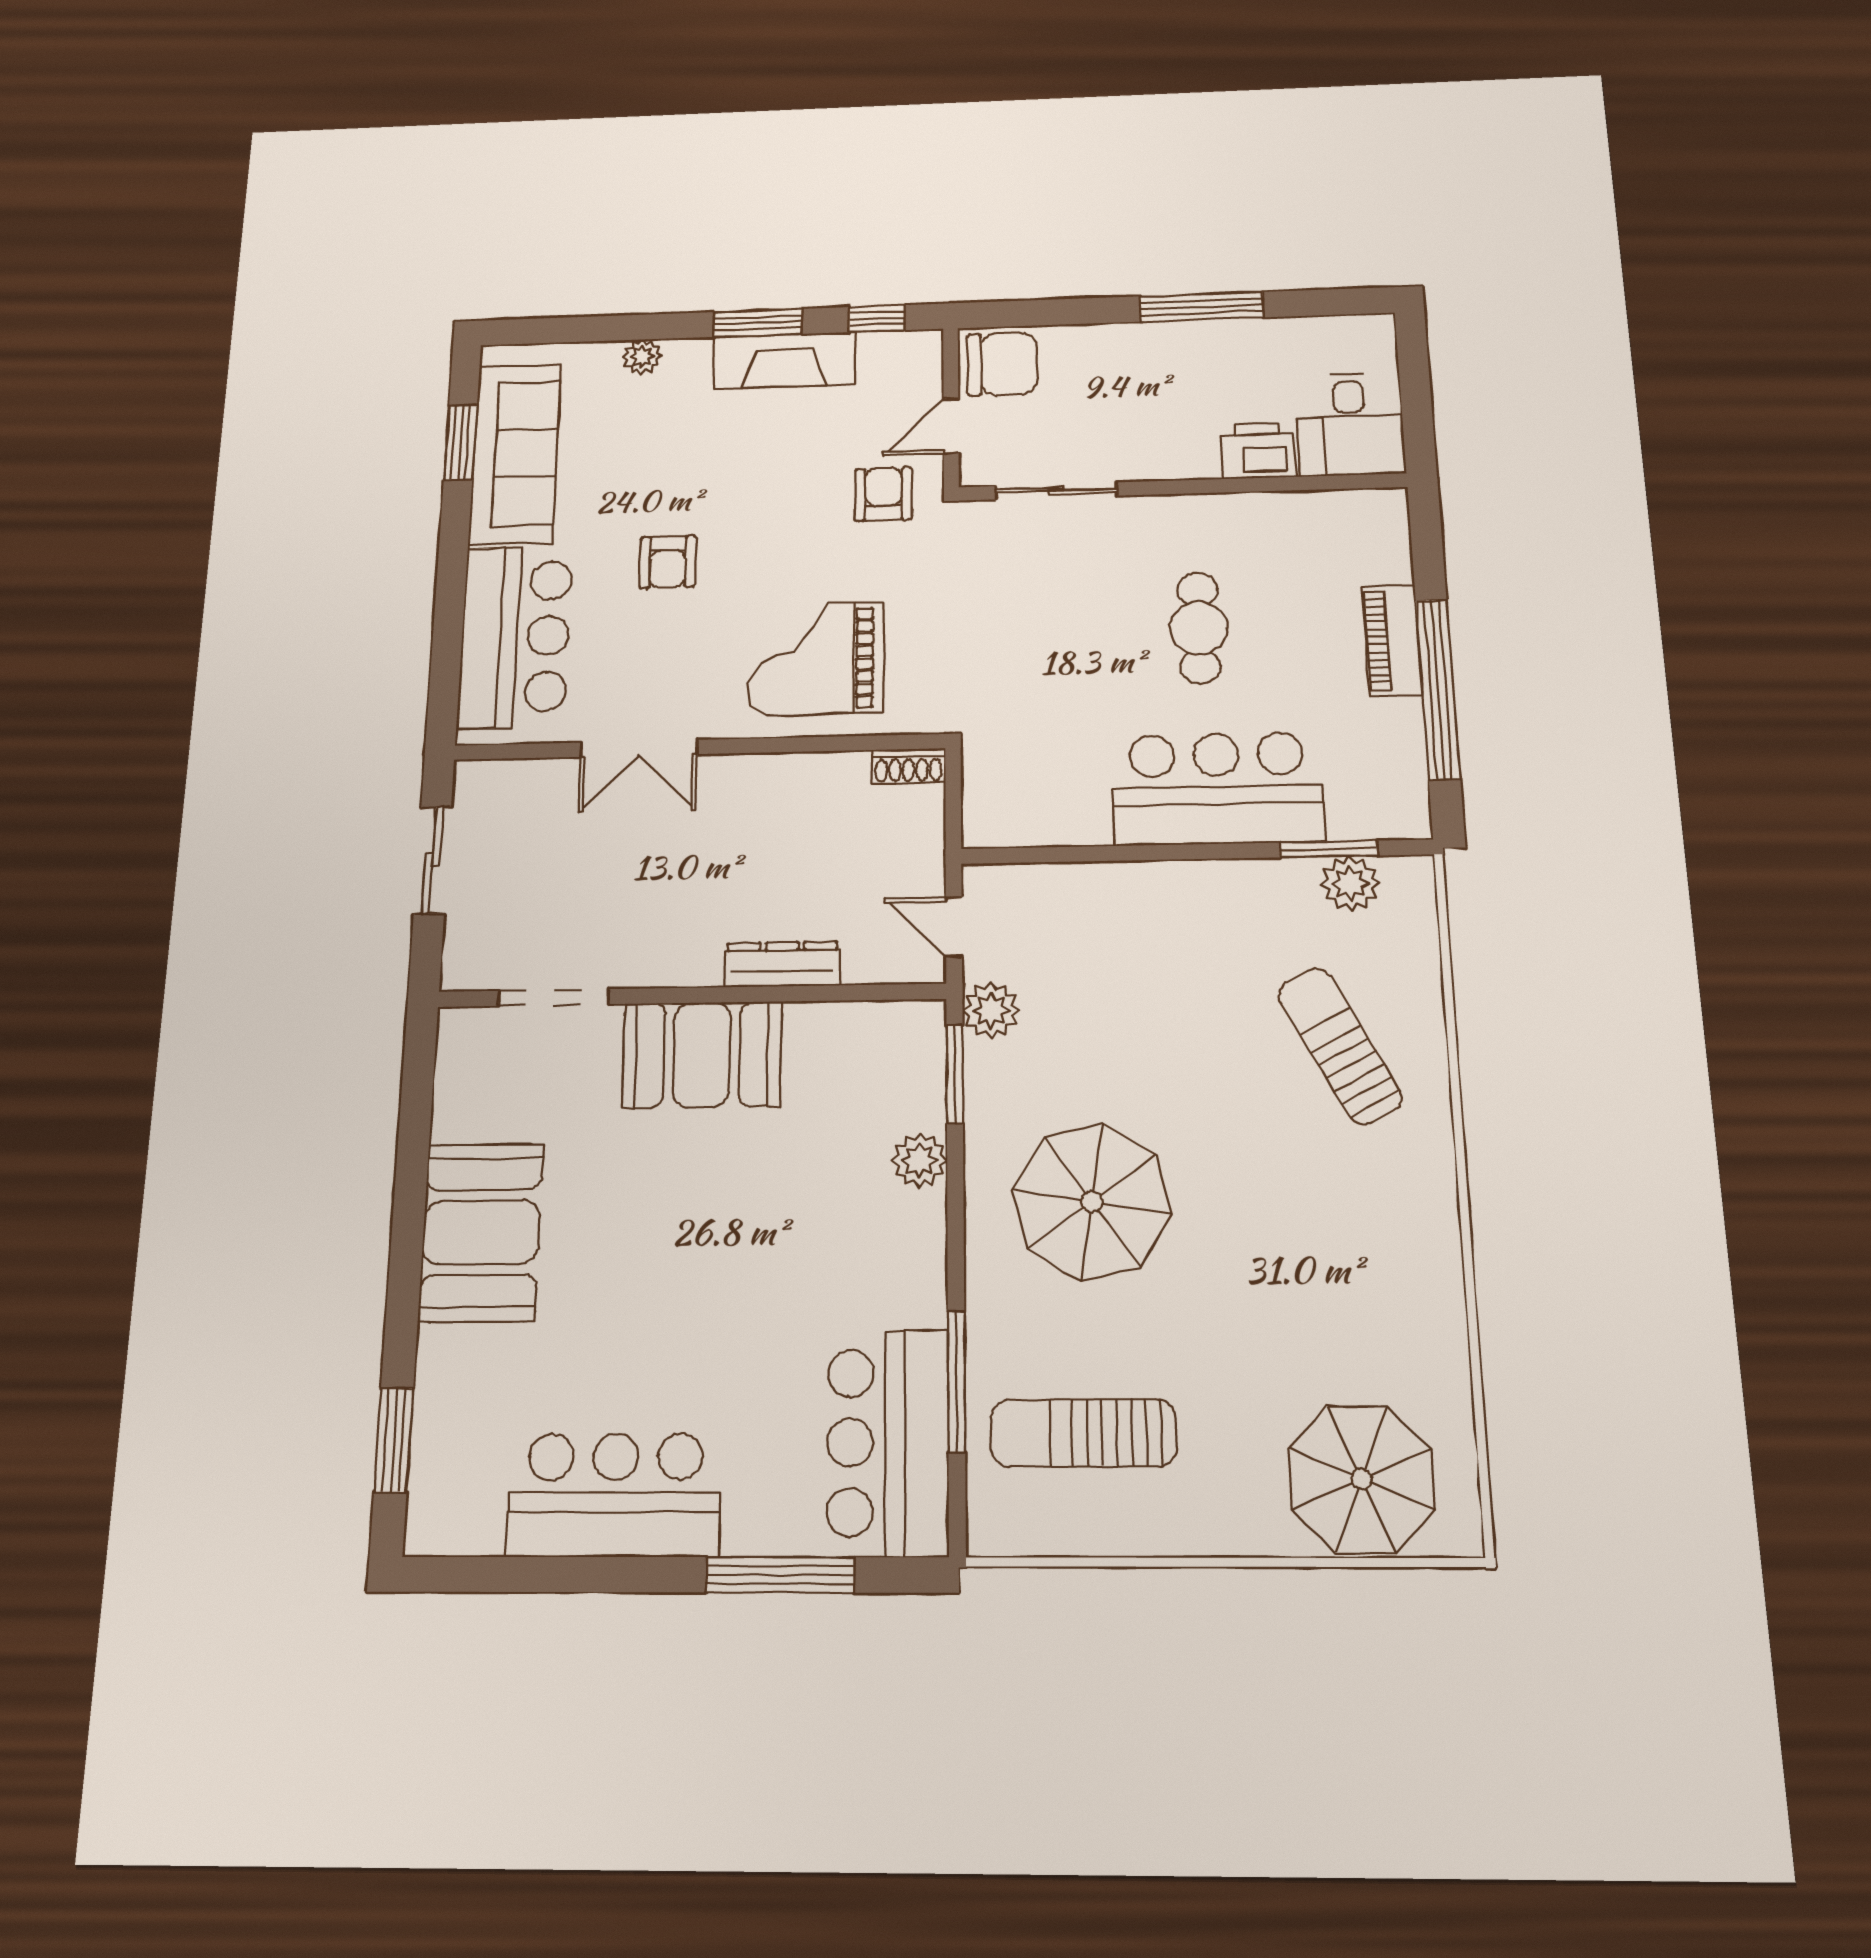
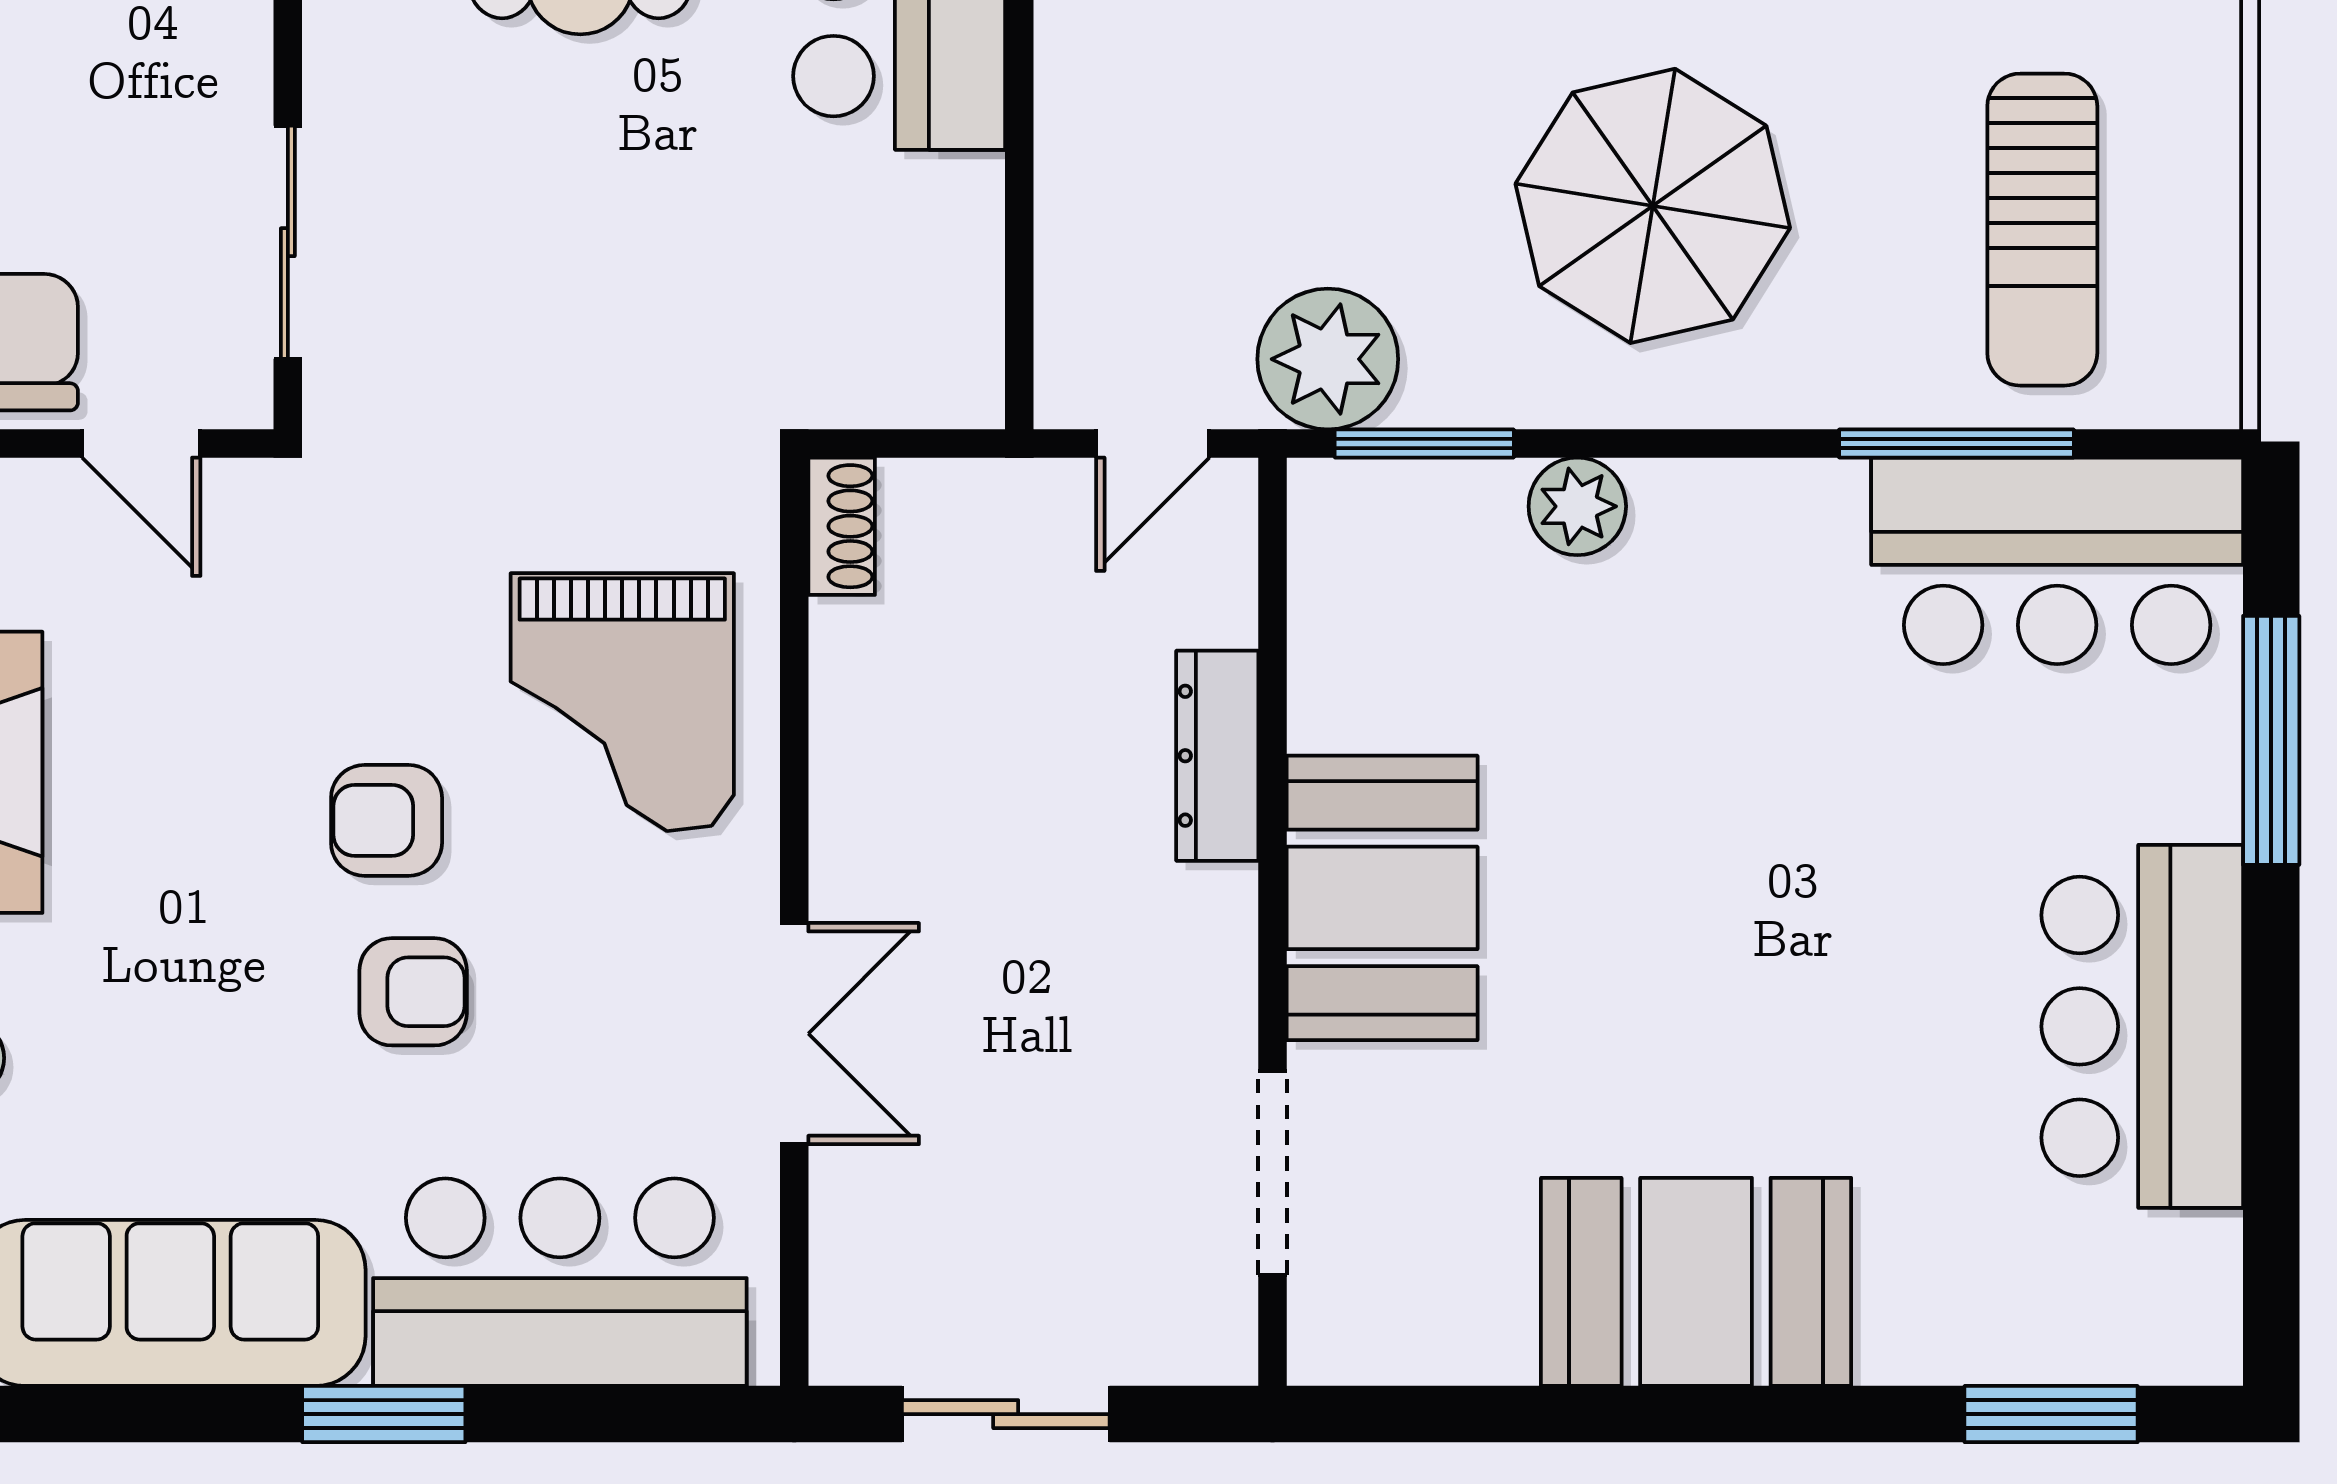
window: (460, 442) -> (384, 1414), moved
armchair: (883, 494) -> (387, 820), moved
plant: (991, 1010) -> (1328, 359), width x1.36, depth x1.36

